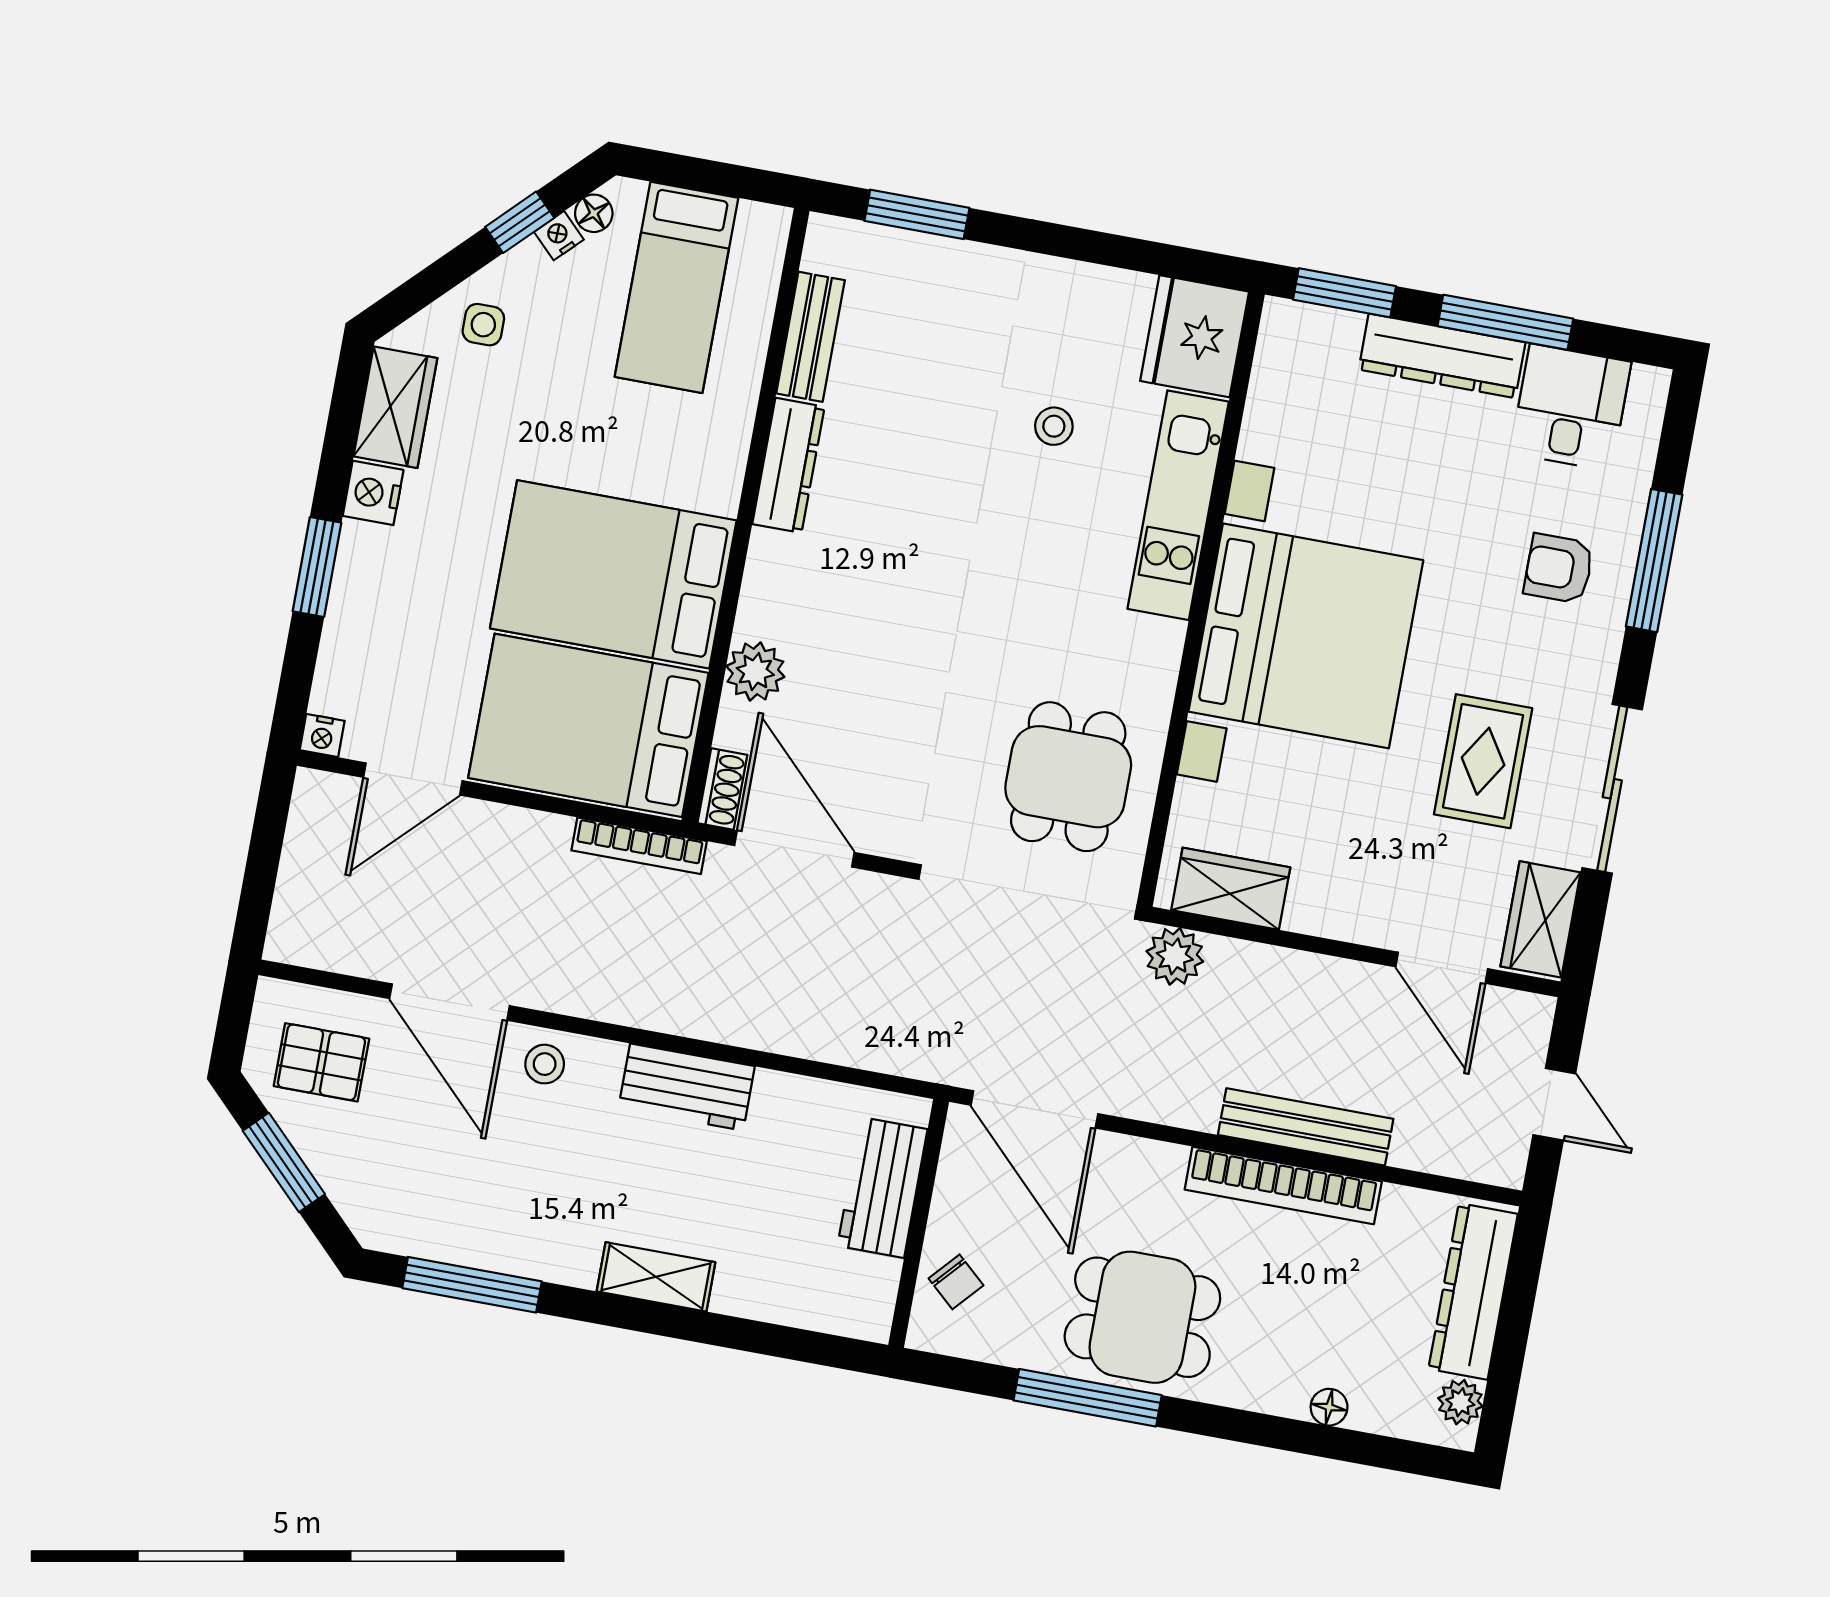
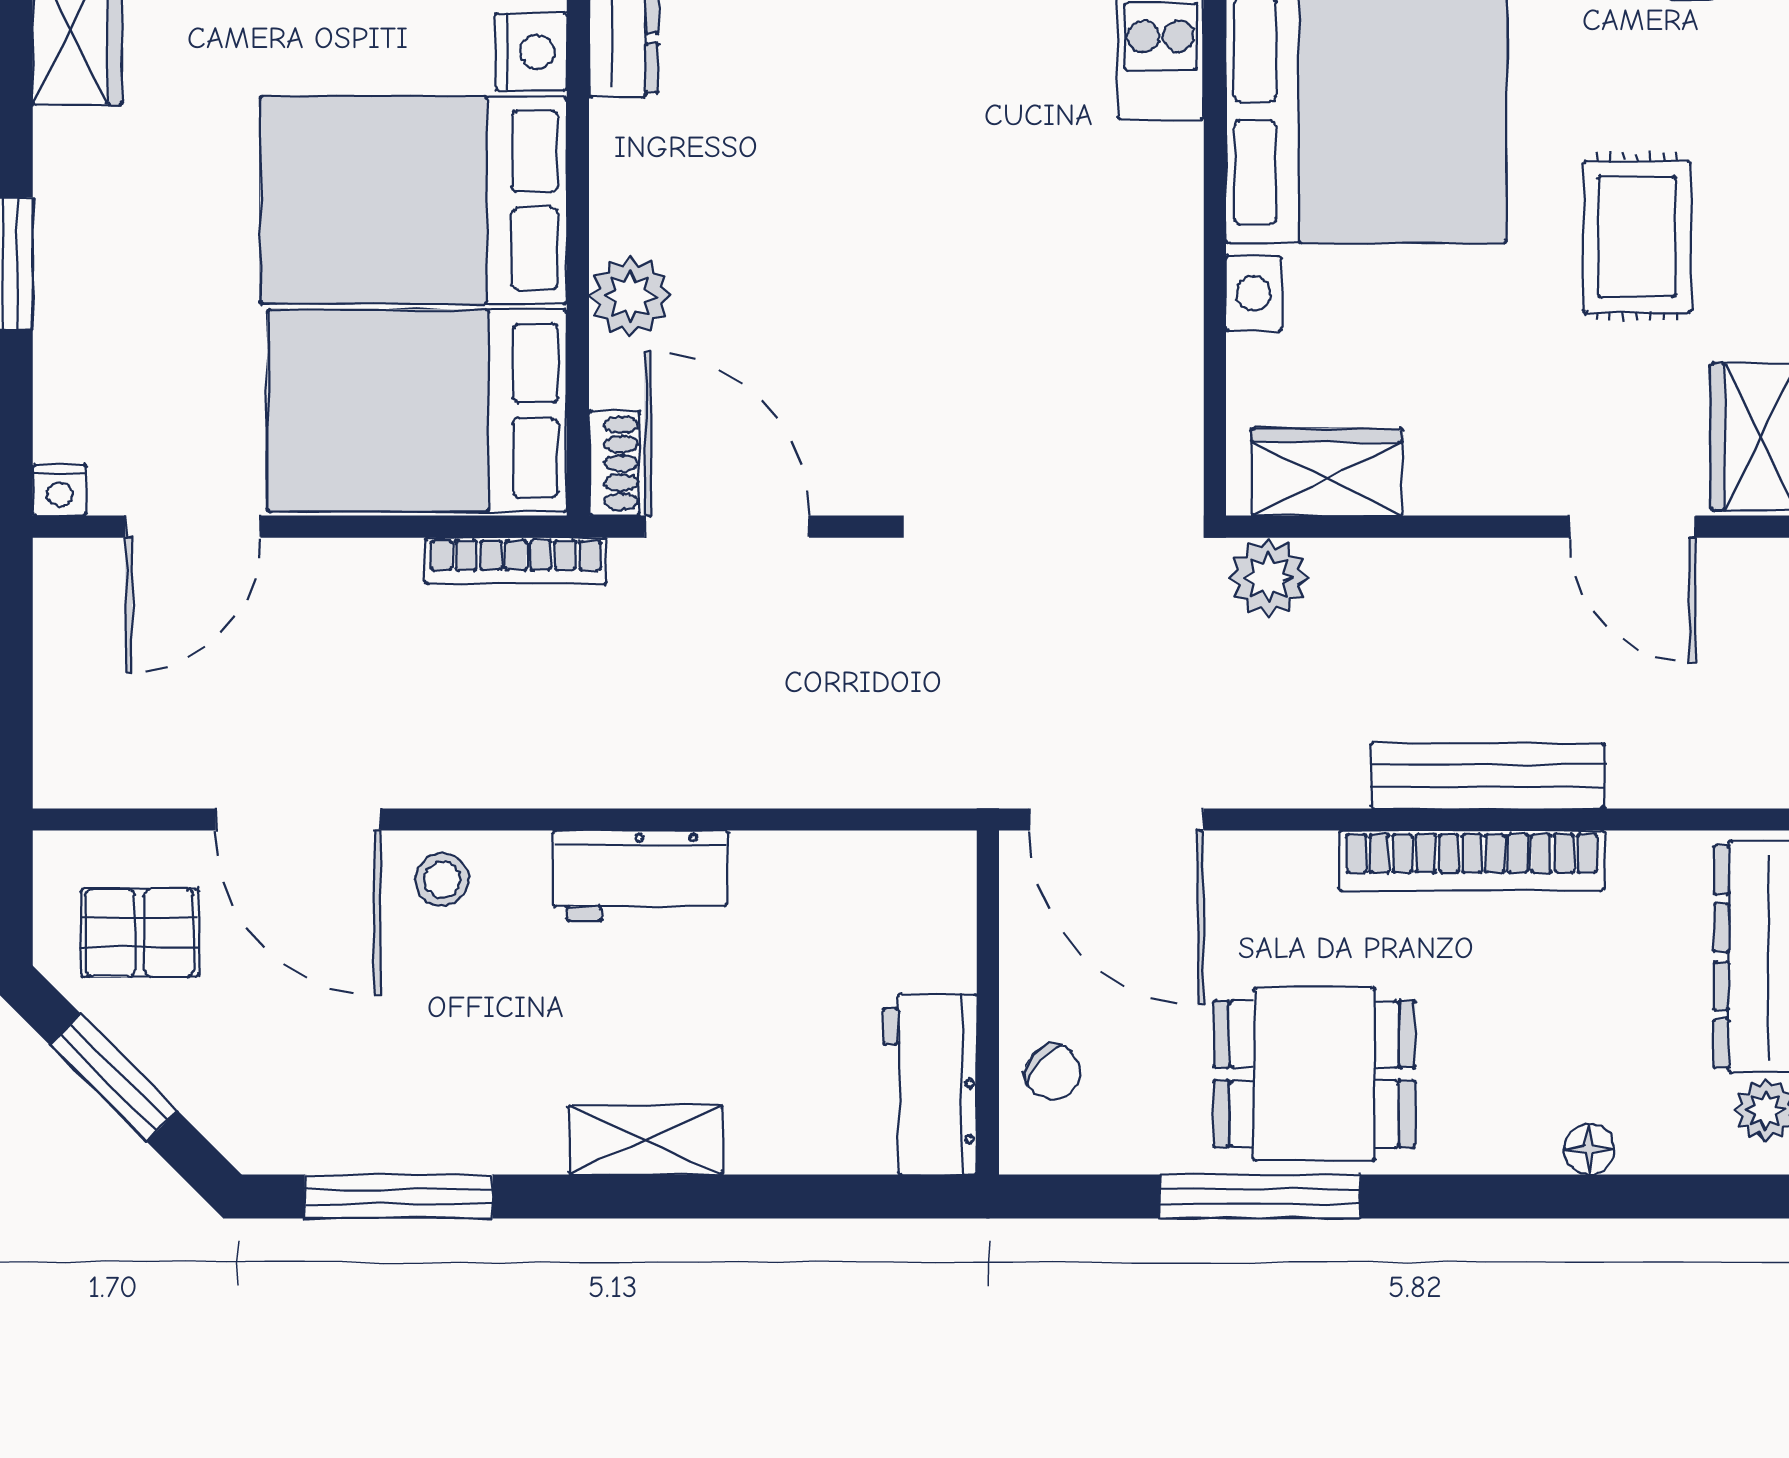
nightstand: (373, 493) -> (531, 52), moved, turned 180
dining table: (1068, 777) -> (1079, 361), removed
workbench: (883, 1188) -> (930, 1084), moved

